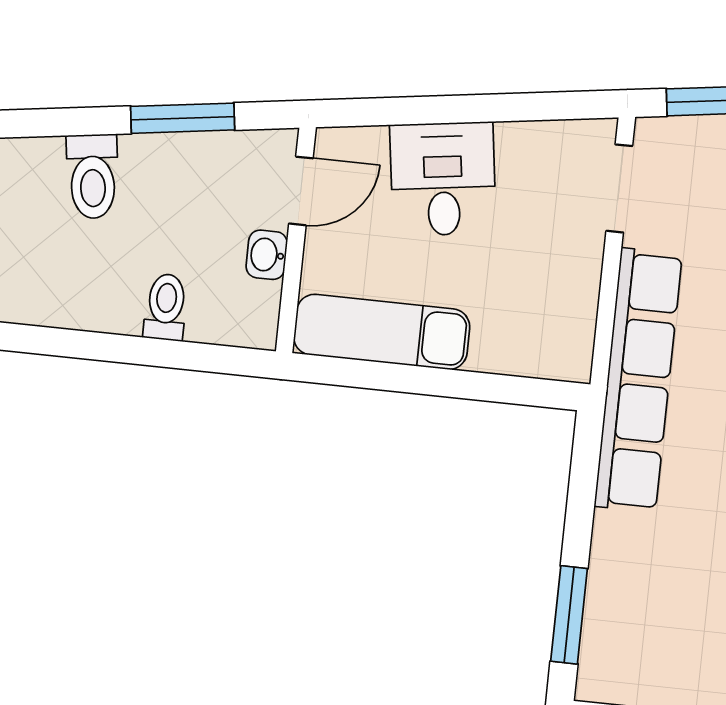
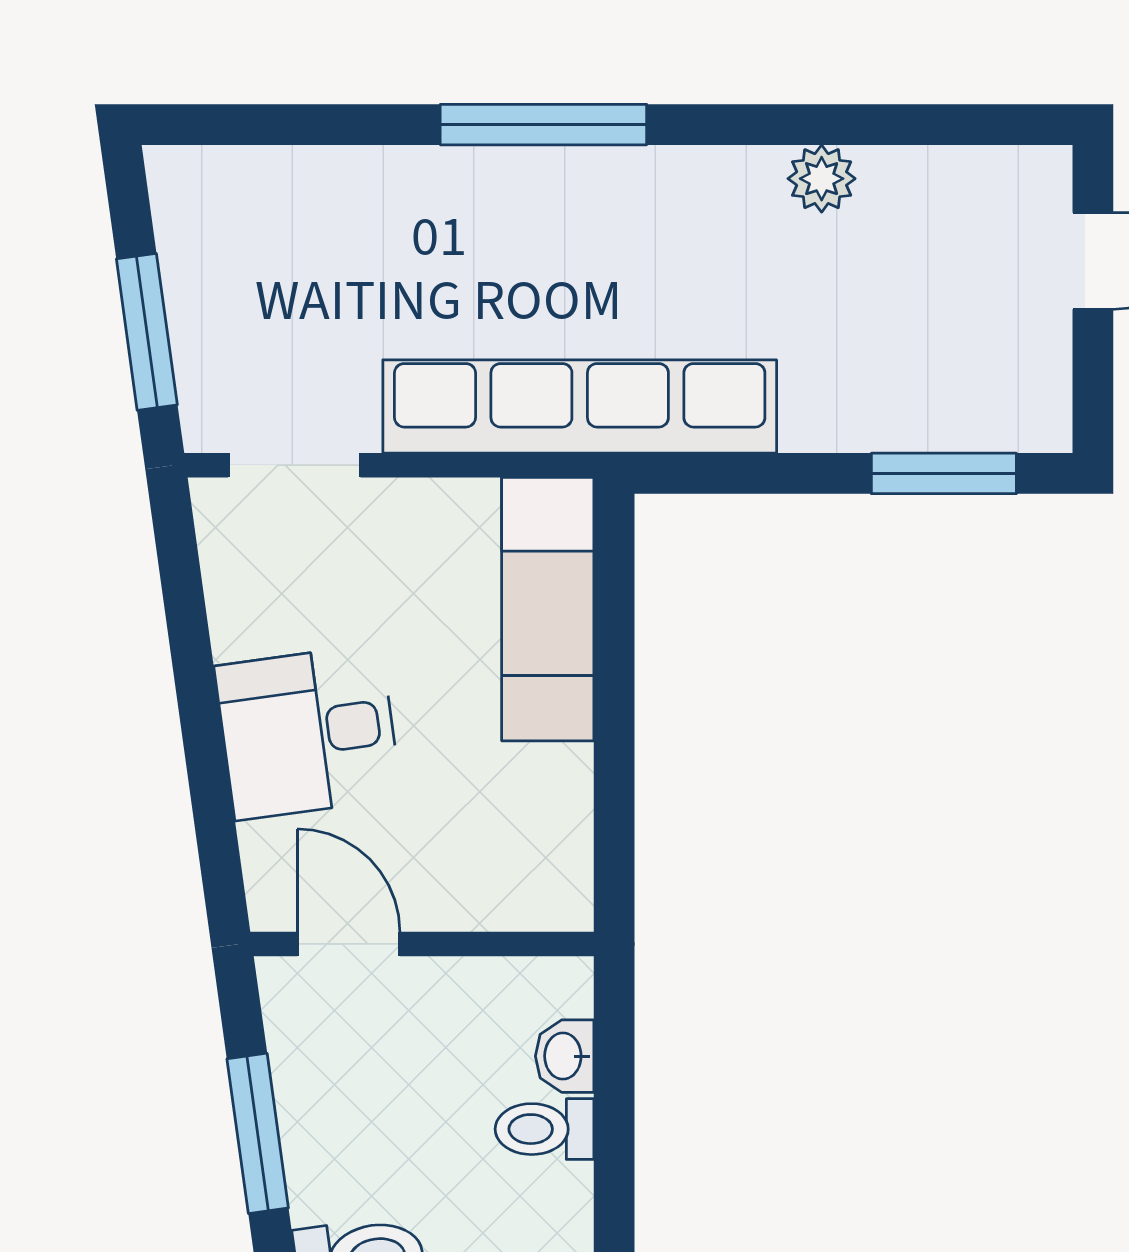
washbasin: (267, 255) -> (565, 1056), moved, turned 90
exam couch: (382, 332) -> (548, 609), moved

